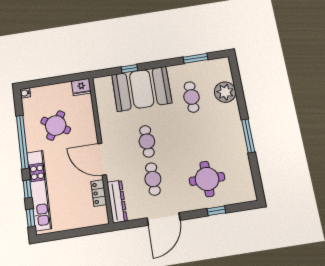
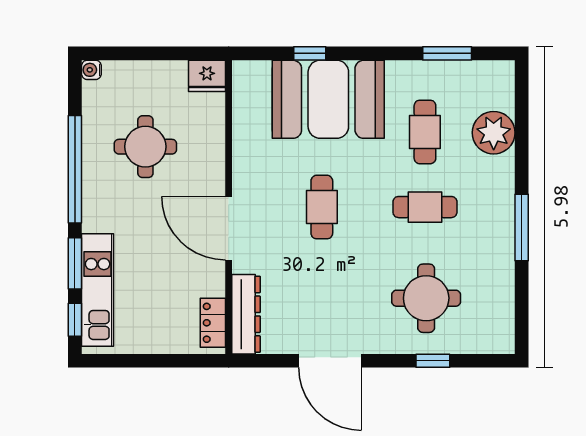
round table: (56, 125) -> (145, 147), turned -31
cafe table: (153, 179) -> (425, 207), moved, turned 90
window: (27, 189) -> (75, 263), width x1.50
kitchen unit: (39, 190) -> (98, 290), width x0.73
locker: (99, 193) -> (213, 323), moved
door: (164, 219) -> (330, 361), hinge flipped

